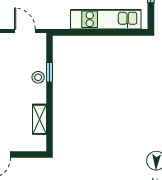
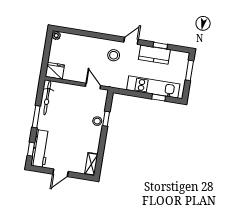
window: (115, 32) -> (159, 98), added
shelving: (39, 119) -> (91, 164), moved

